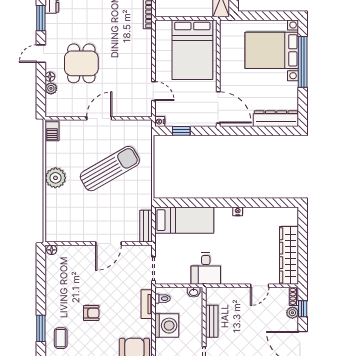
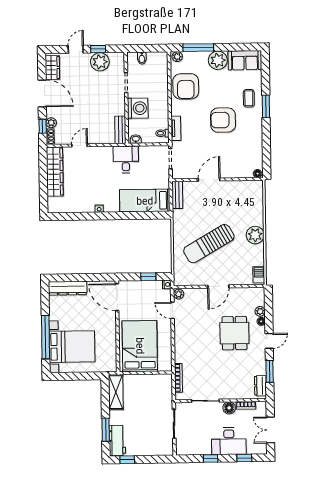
plant: (146, 110) -> (179, 294), added
armchair: (91, 313) -> (223, 120), width x1.88, depth x1.88
bench: (212, 321) -> (120, 130), moved
washing machine: (167, 326) -> (138, 108), moved, turned 180

